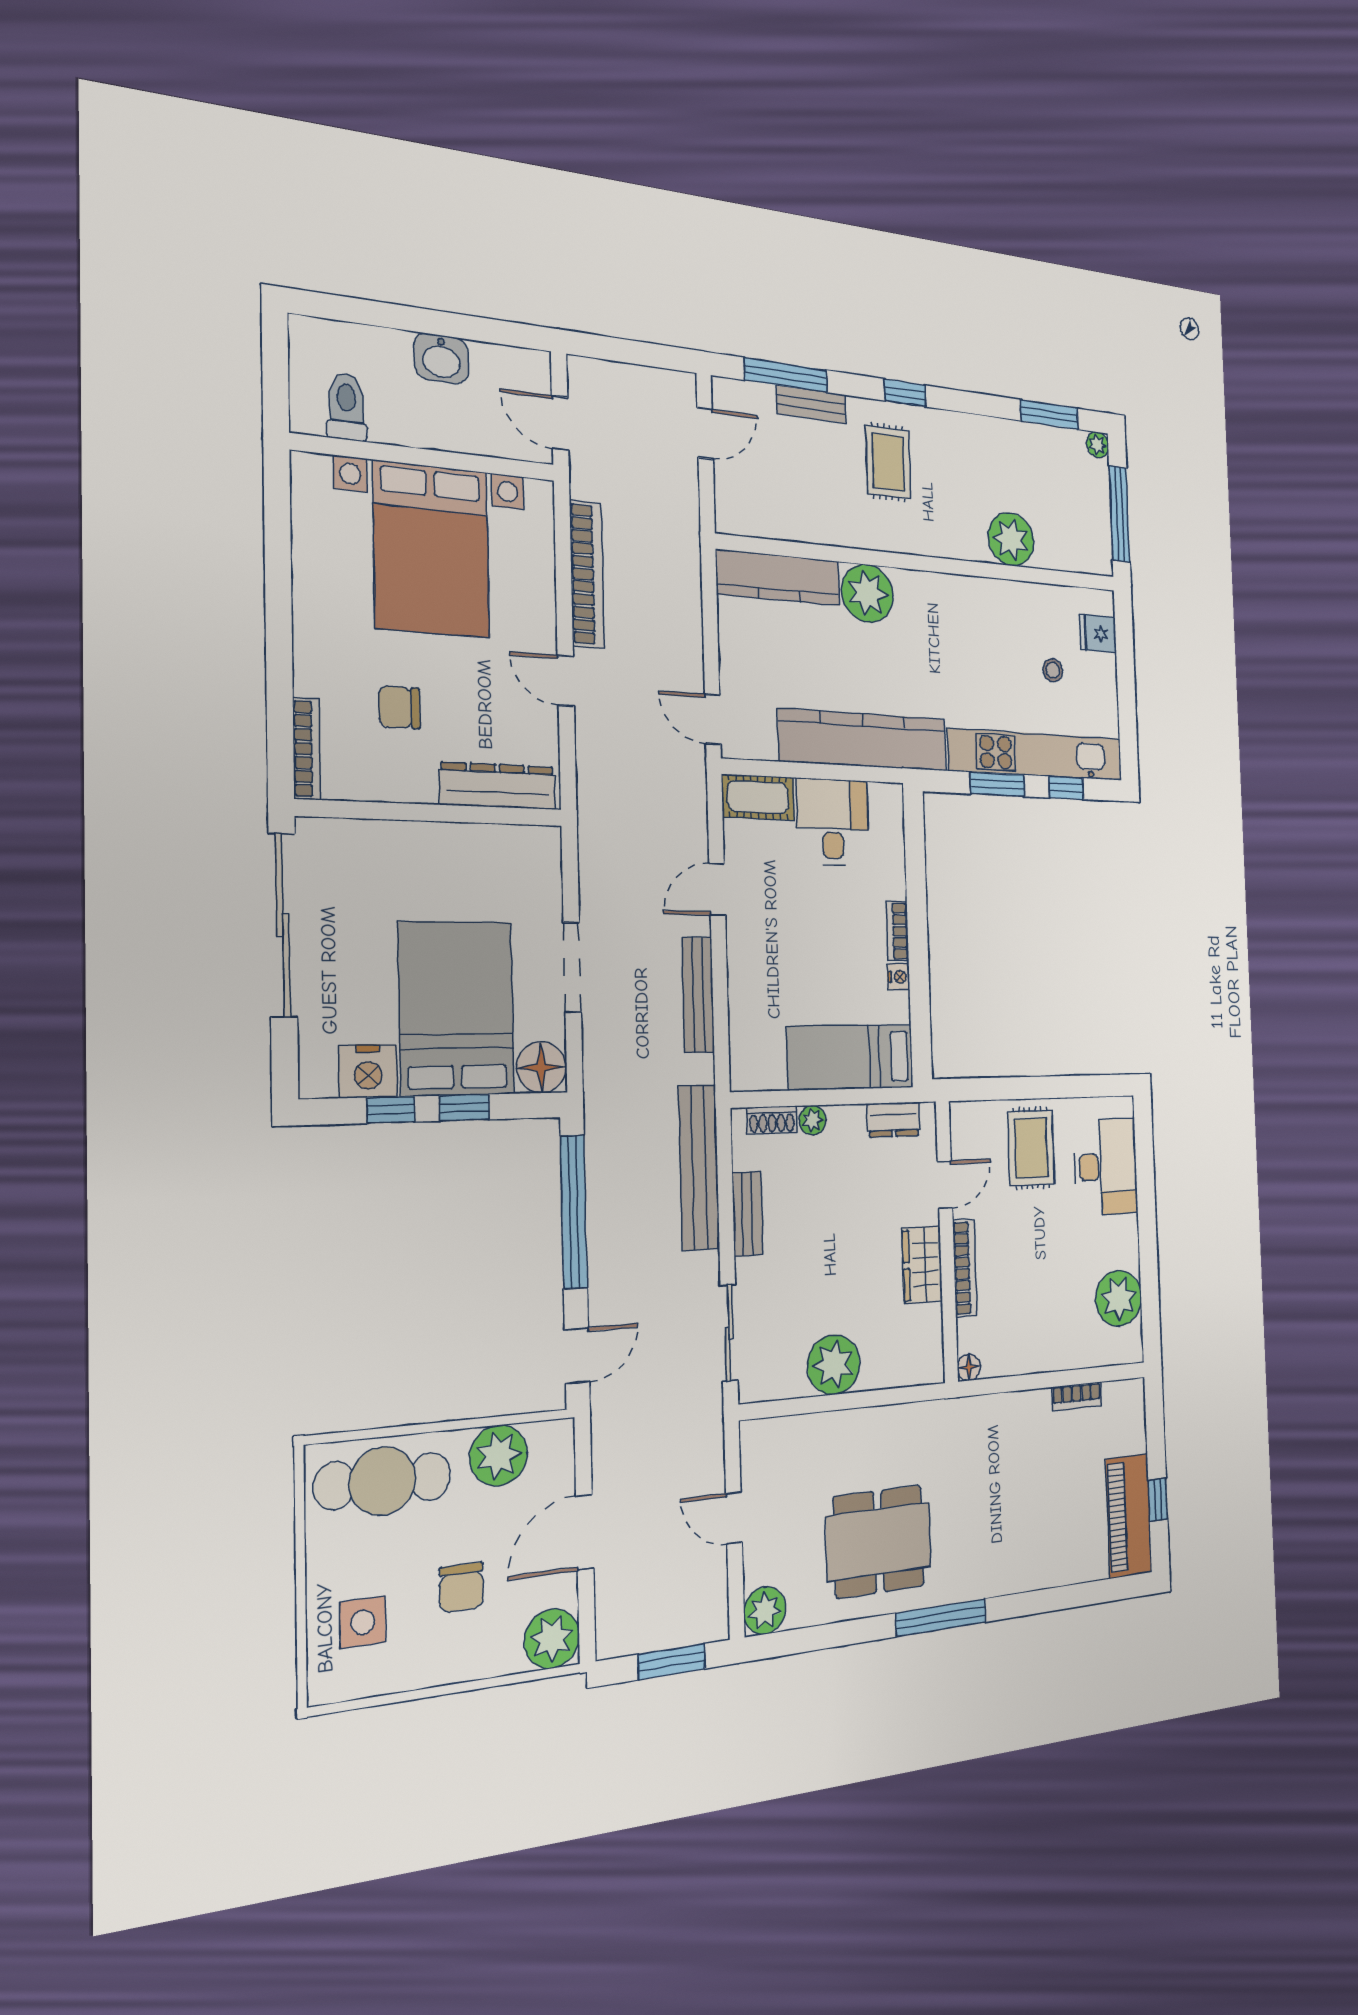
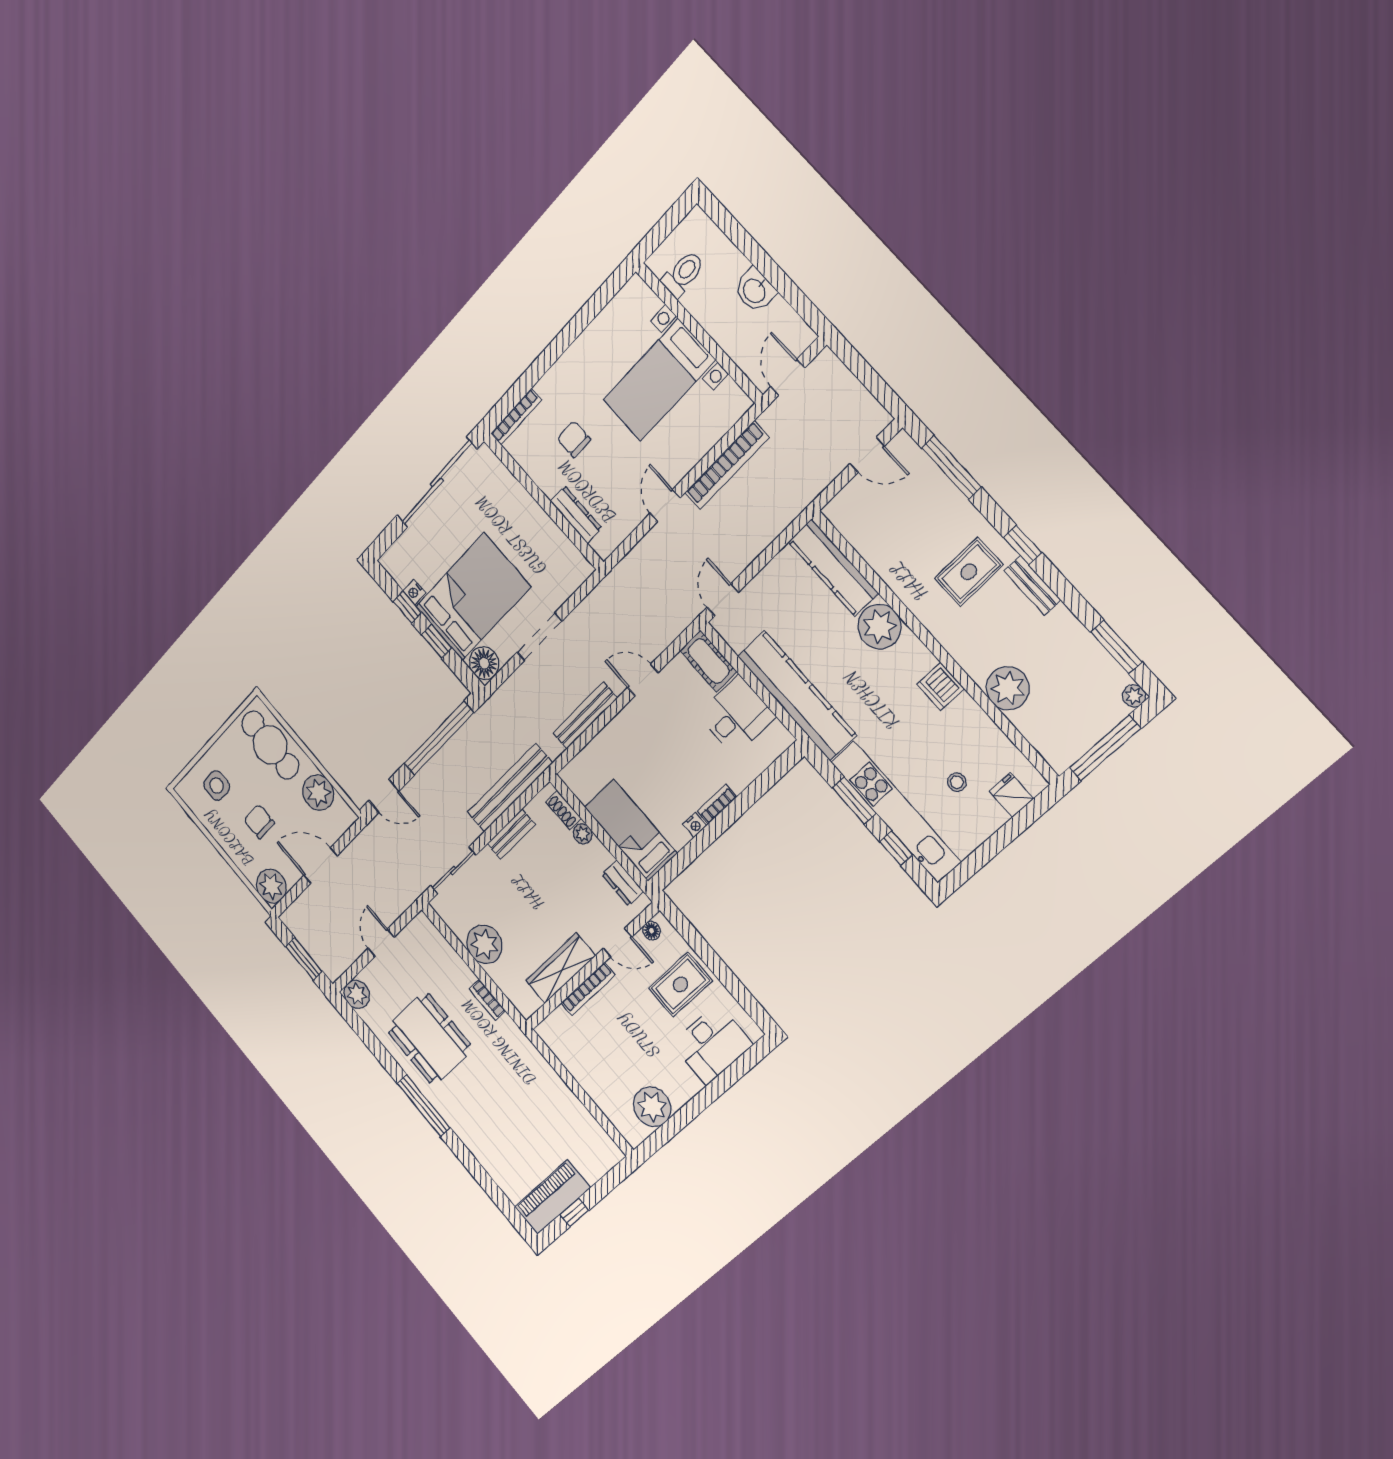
bench: (811, 404) -> (1032, 585), moved
bed with nightstands: (431, 549) -> (659, 380), width x0.73
dishwasher: (963, 596) -> (941, 686), added
dresser: (498, 786) -> (576, 515), width x0.73, depth x0.80
nightstand: (368, 1071) -> (414, 592), width x0.53, depth x0.56
wardrobe: (922, 1265) -> (561, 968), width x1.50
floor lamp: (969, 1367) -> (651, 931), moved
bookcase: (1077, 1396) -> (487, 1000), moved
chair: (461, 1587) -> (259, 822), turned 90

